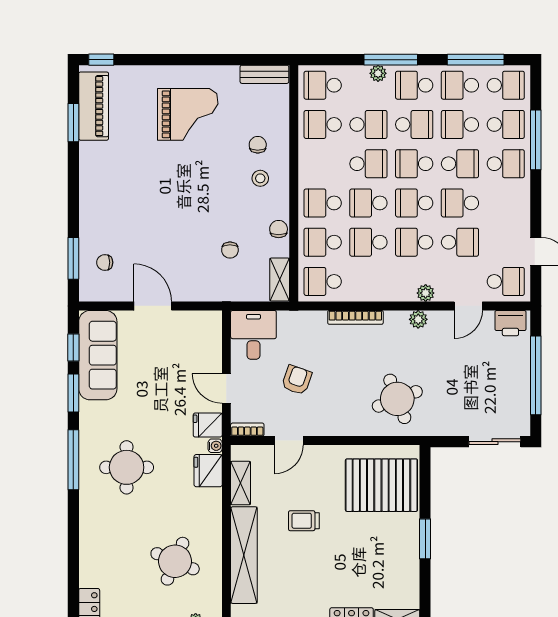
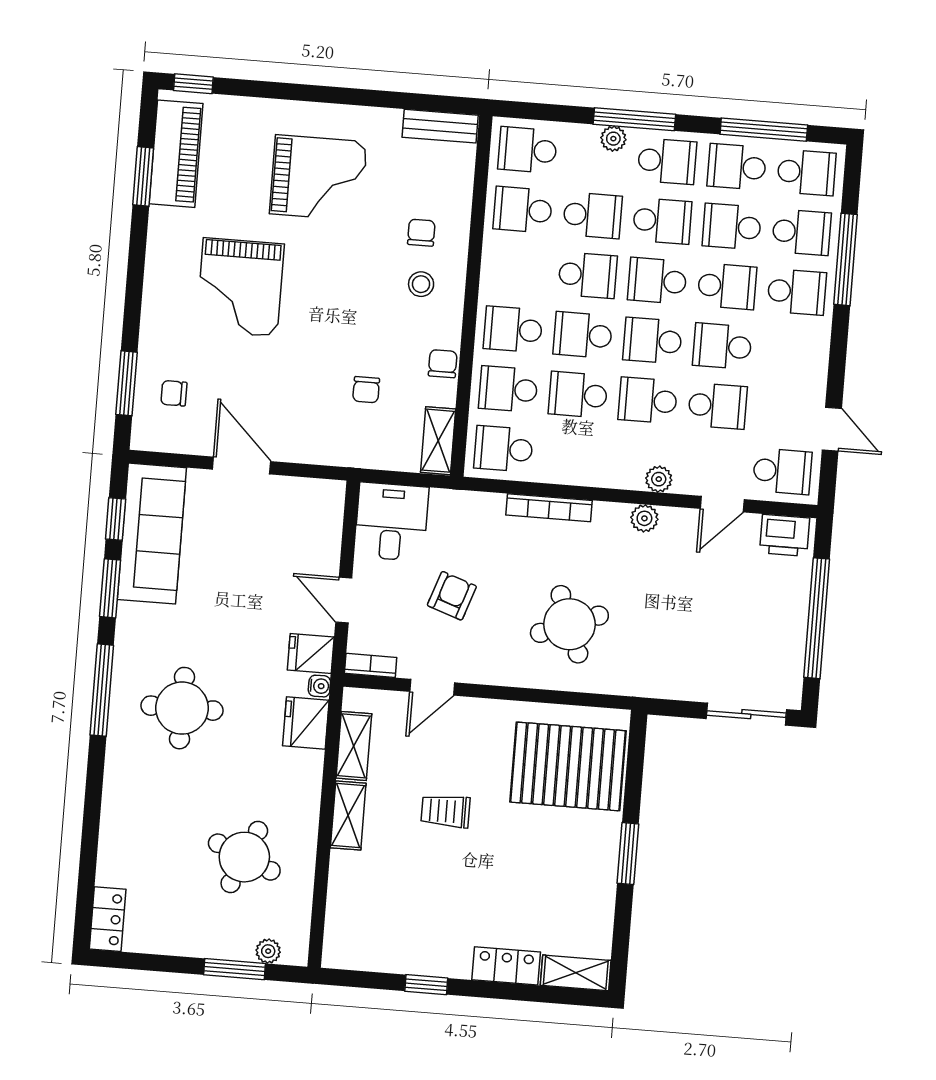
school desk: (414, 85) -> (667, 161), turned 180
grand piano: (142, 190) -> (240, 287), added
round table: (397, 399) -> (569, 624), moved
shelving: (244, 555) -> (348, 815), width x0.45, depth x0.75

